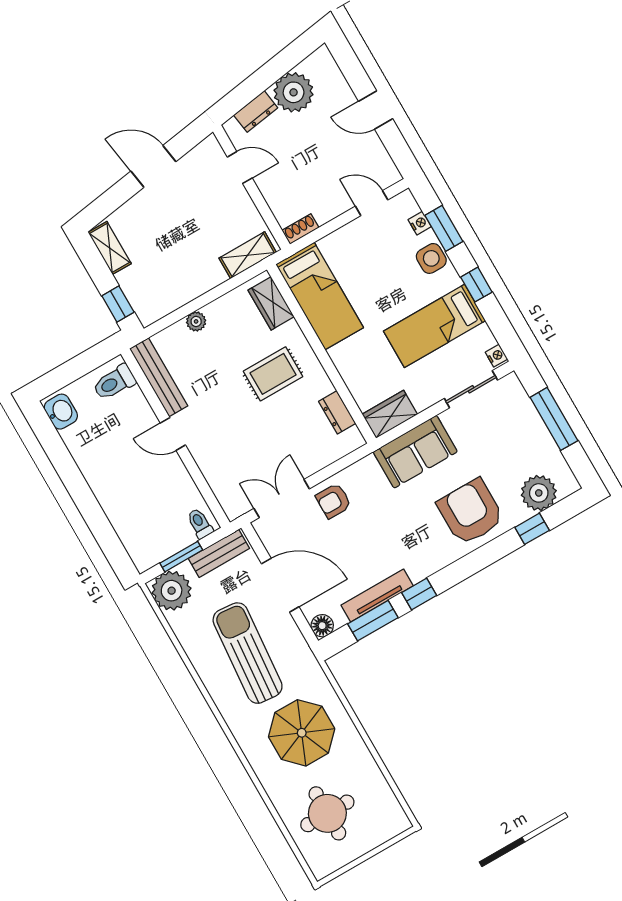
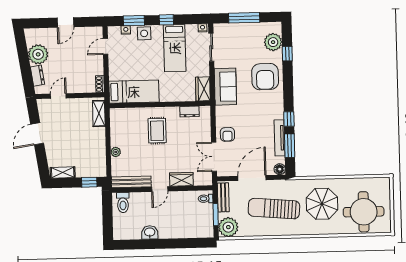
wardrobe: (271, 303) -> (181, 179), moved, turned 180
washbasin: (61, 412) -> (150, 232), moved
armchair: (471, 512) -> (265, 77), turned -90
round table: (327, 813) -> (364, 212), width x1.36, depth x1.36

